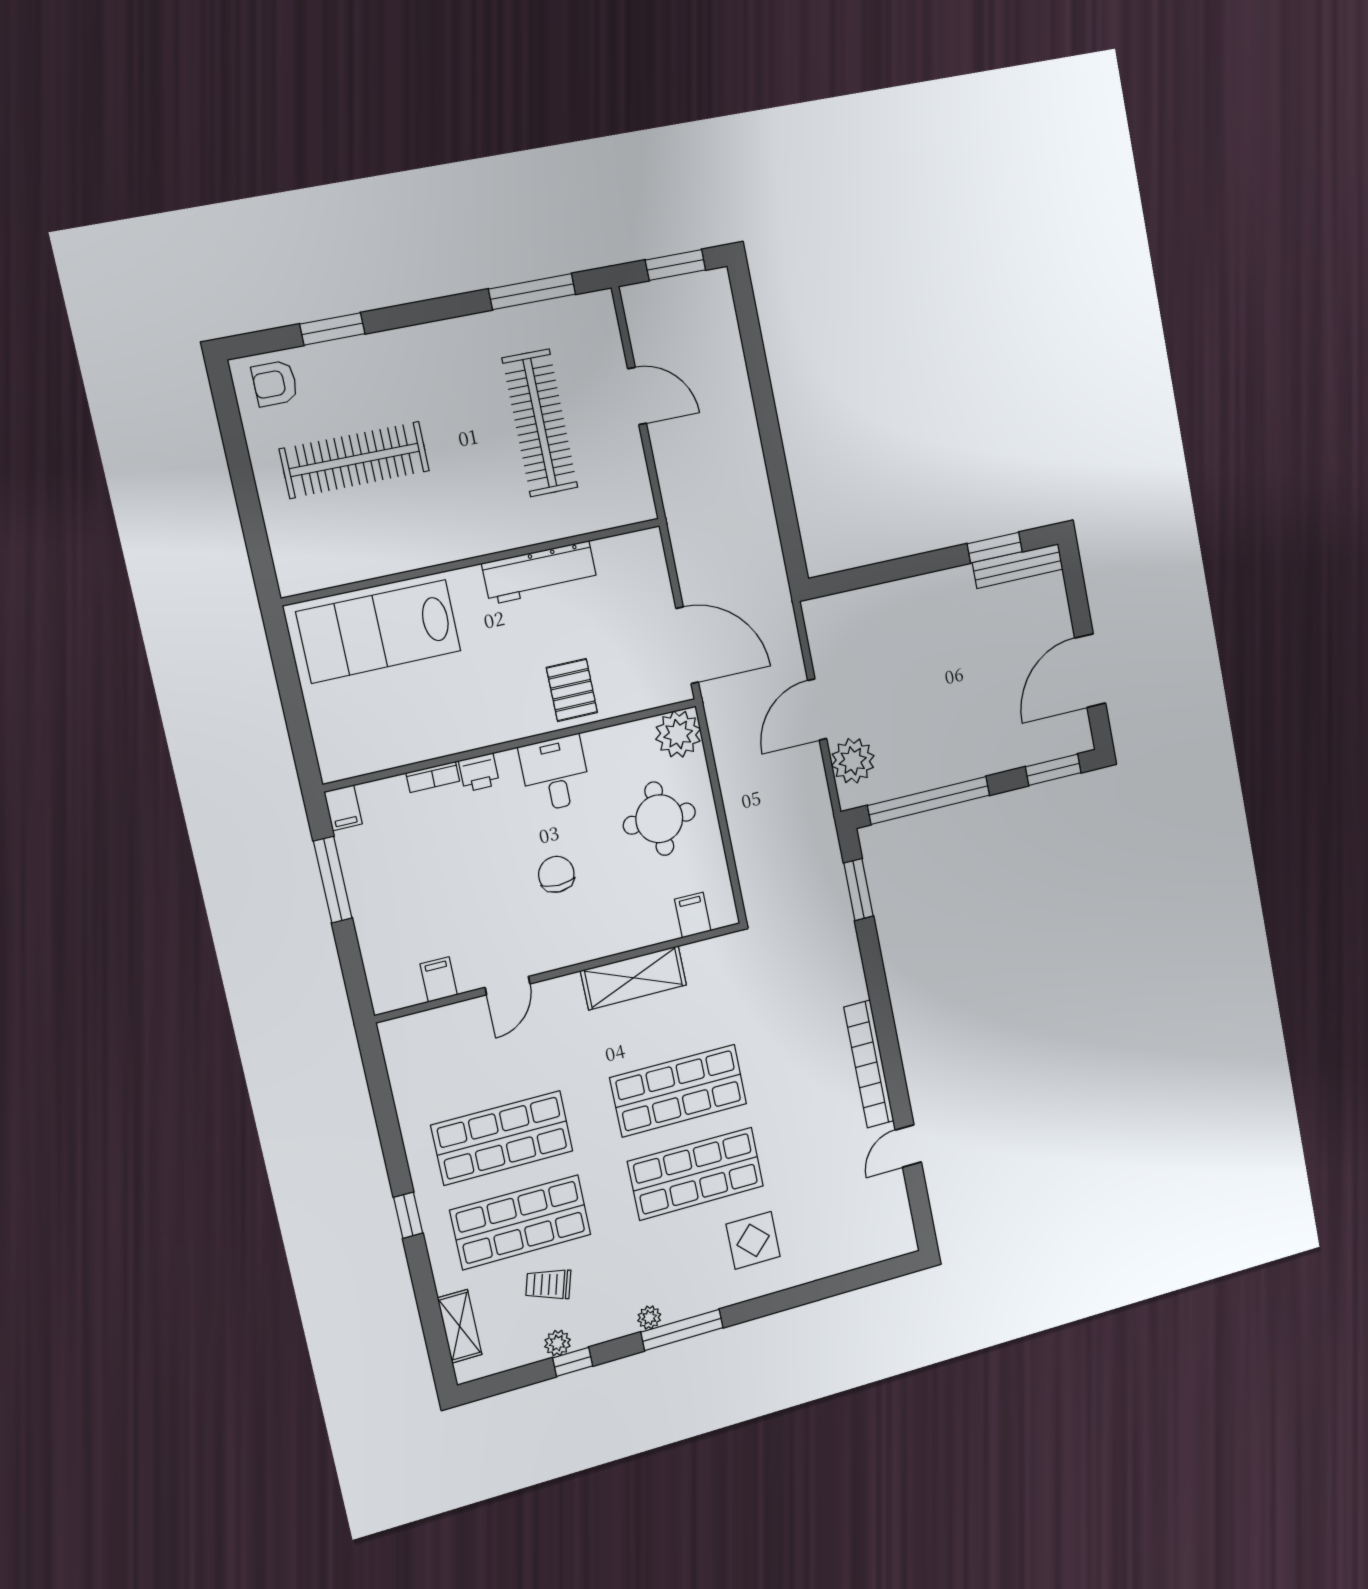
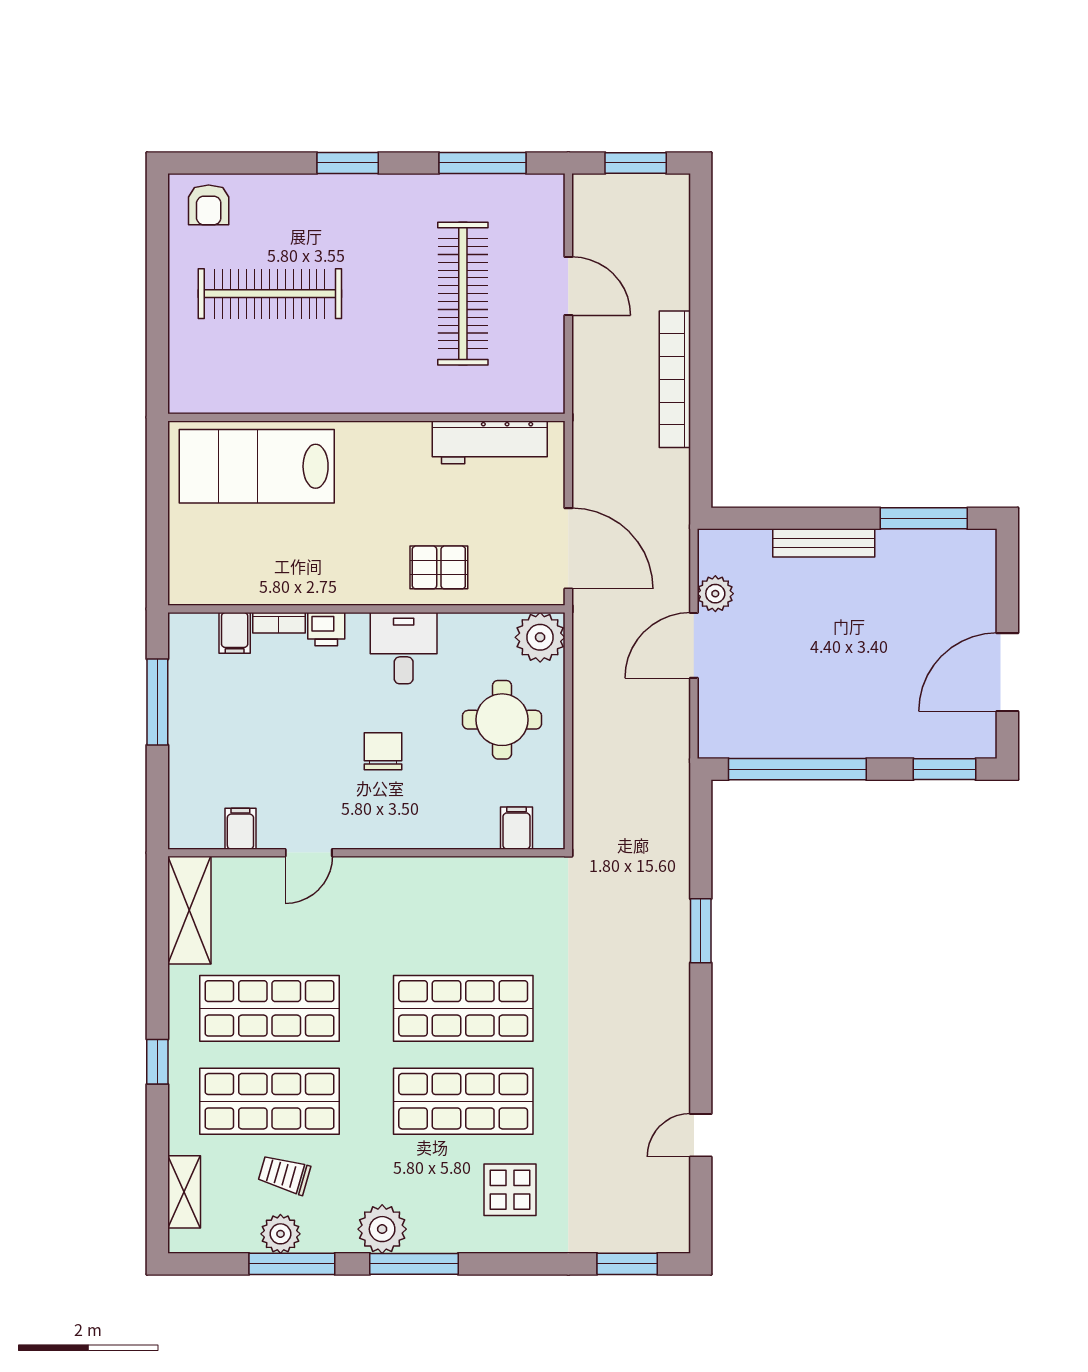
window: (332, 329) -> (348, 163), moved
armchair: (275, 383) -> (209, 205), turned -90
window: (995, 548) -> (924, 518), width x1.44
bench: (1018, 566) -> (824, 543), moved
workbench: (540, 573) -> (490, 442), moved
pallet: (572, 690) -> (439, 567), turned 90
plant: (853, 761) -> (715, 594), moved, width x0.73, depth x0.73
filing cabinet: (343, 808) -> (235, 633), moved
window: (858, 890) -> (701, 931), moved
shelving: (634, 978) -> (189, 910), moved, turned 90
bookcase: (869, 1064) -> (675, 379), moved
window: (867, 1276) -> (627, 1264), added
plant: (649, 1318) -> (382, 1229), width x1.88, depth x1.88
plant: (558, 1343) -> (280, 1234), width x1.38, depth x1.38
window: (573, 1362) -> (292, 1264), width x2.17

